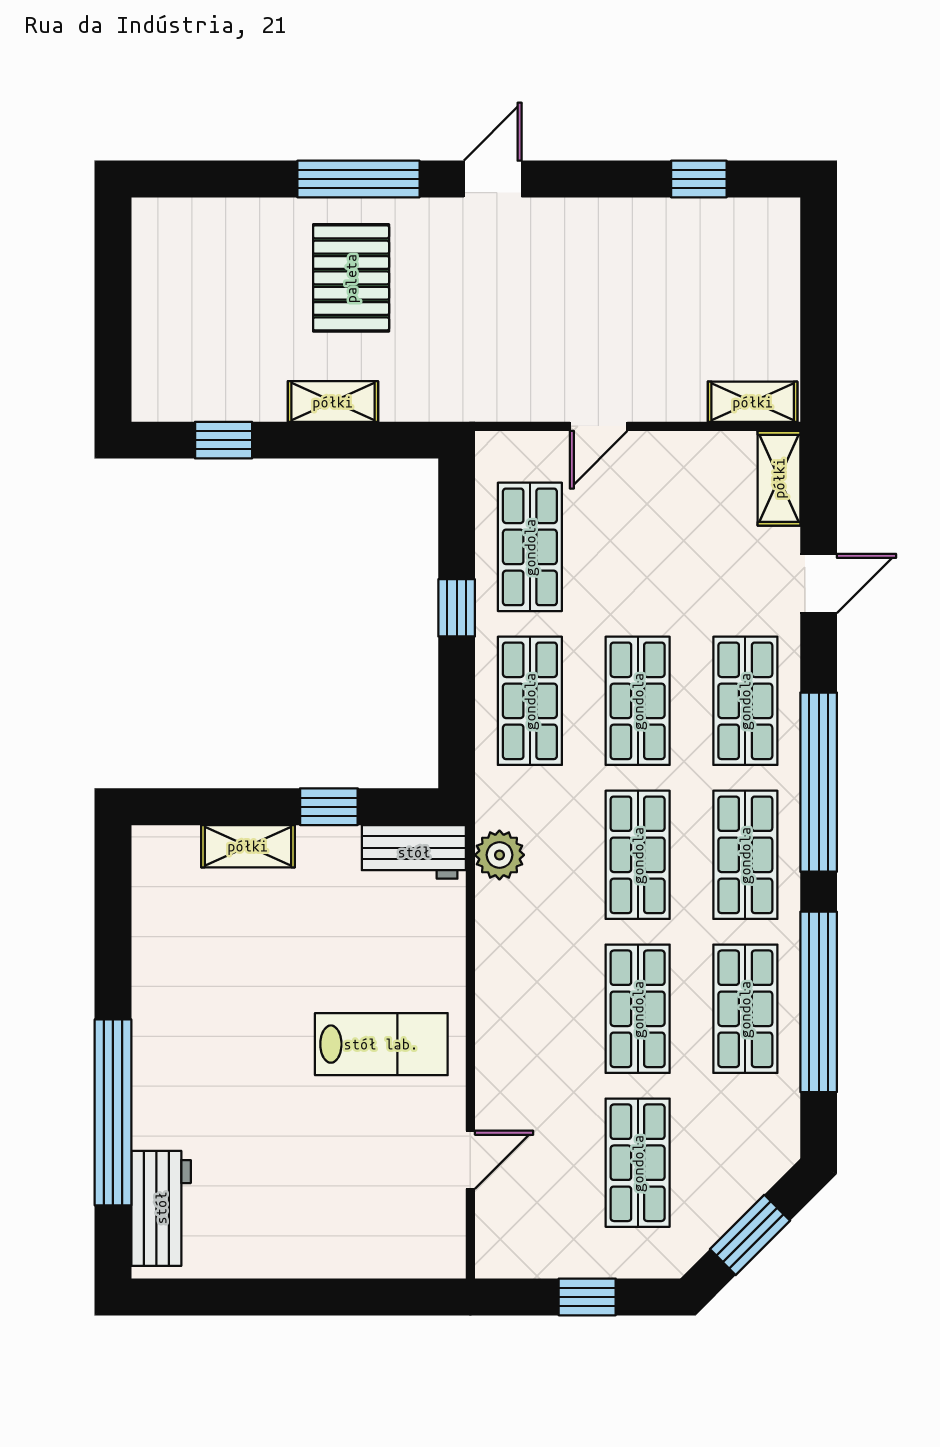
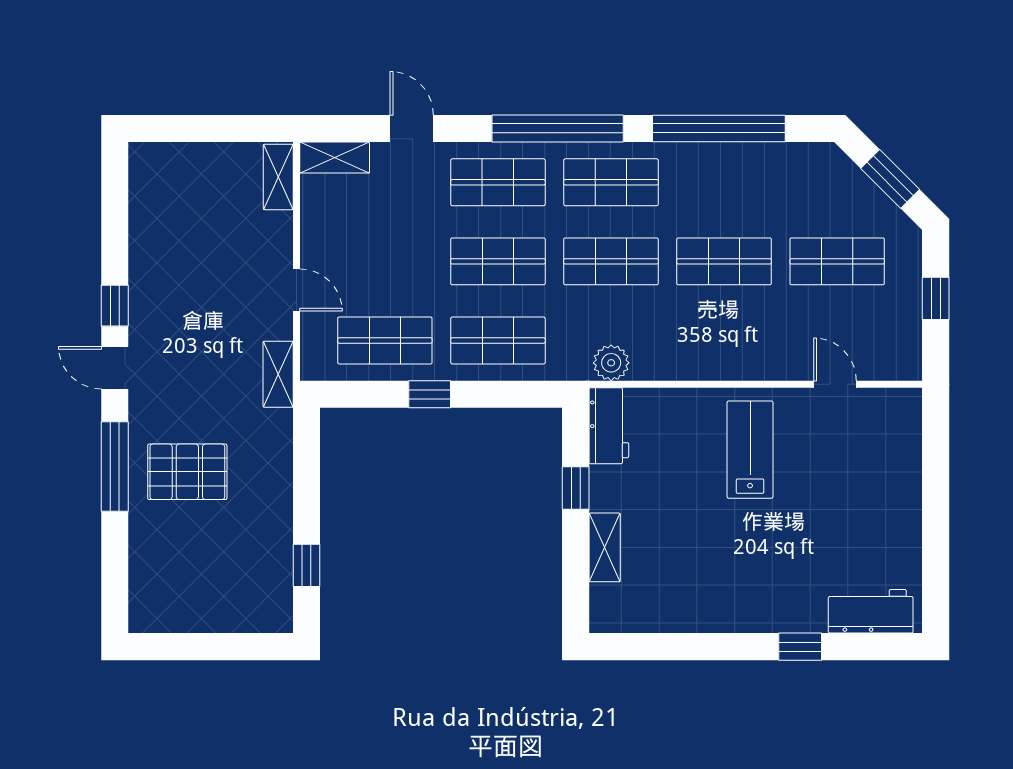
window: (699, 179) -> (115, 306), moved
shelving: (333, 402) -> (278, 374), moved
shop shelf: (745, 1009) -> (724, 182), removed
window: (113, 1112) -> (800, 647), width x0.32

